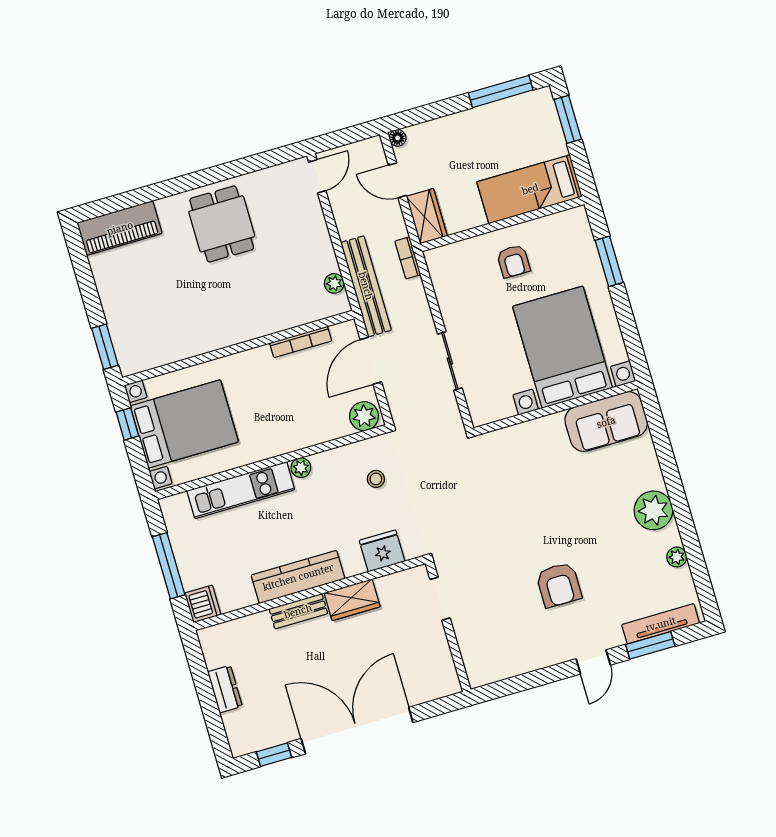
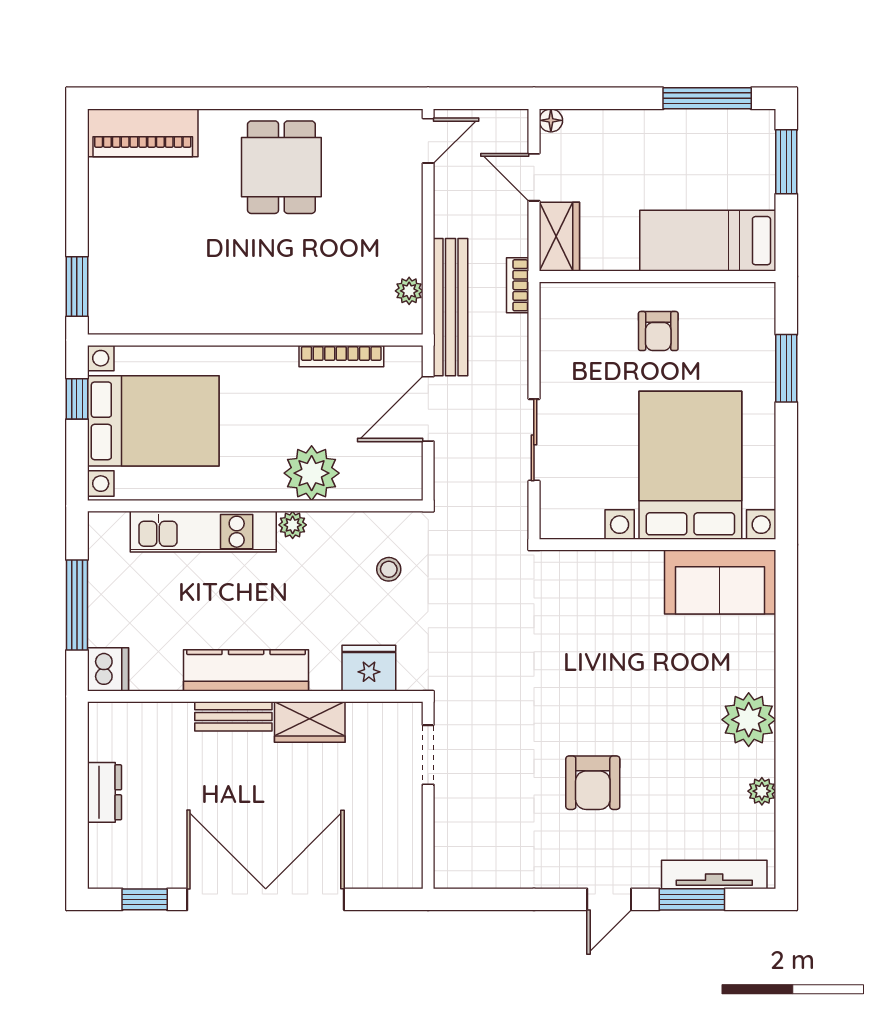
plant: (364, 416) -> (312, 473), moved, width x1.36, depth x1.36

